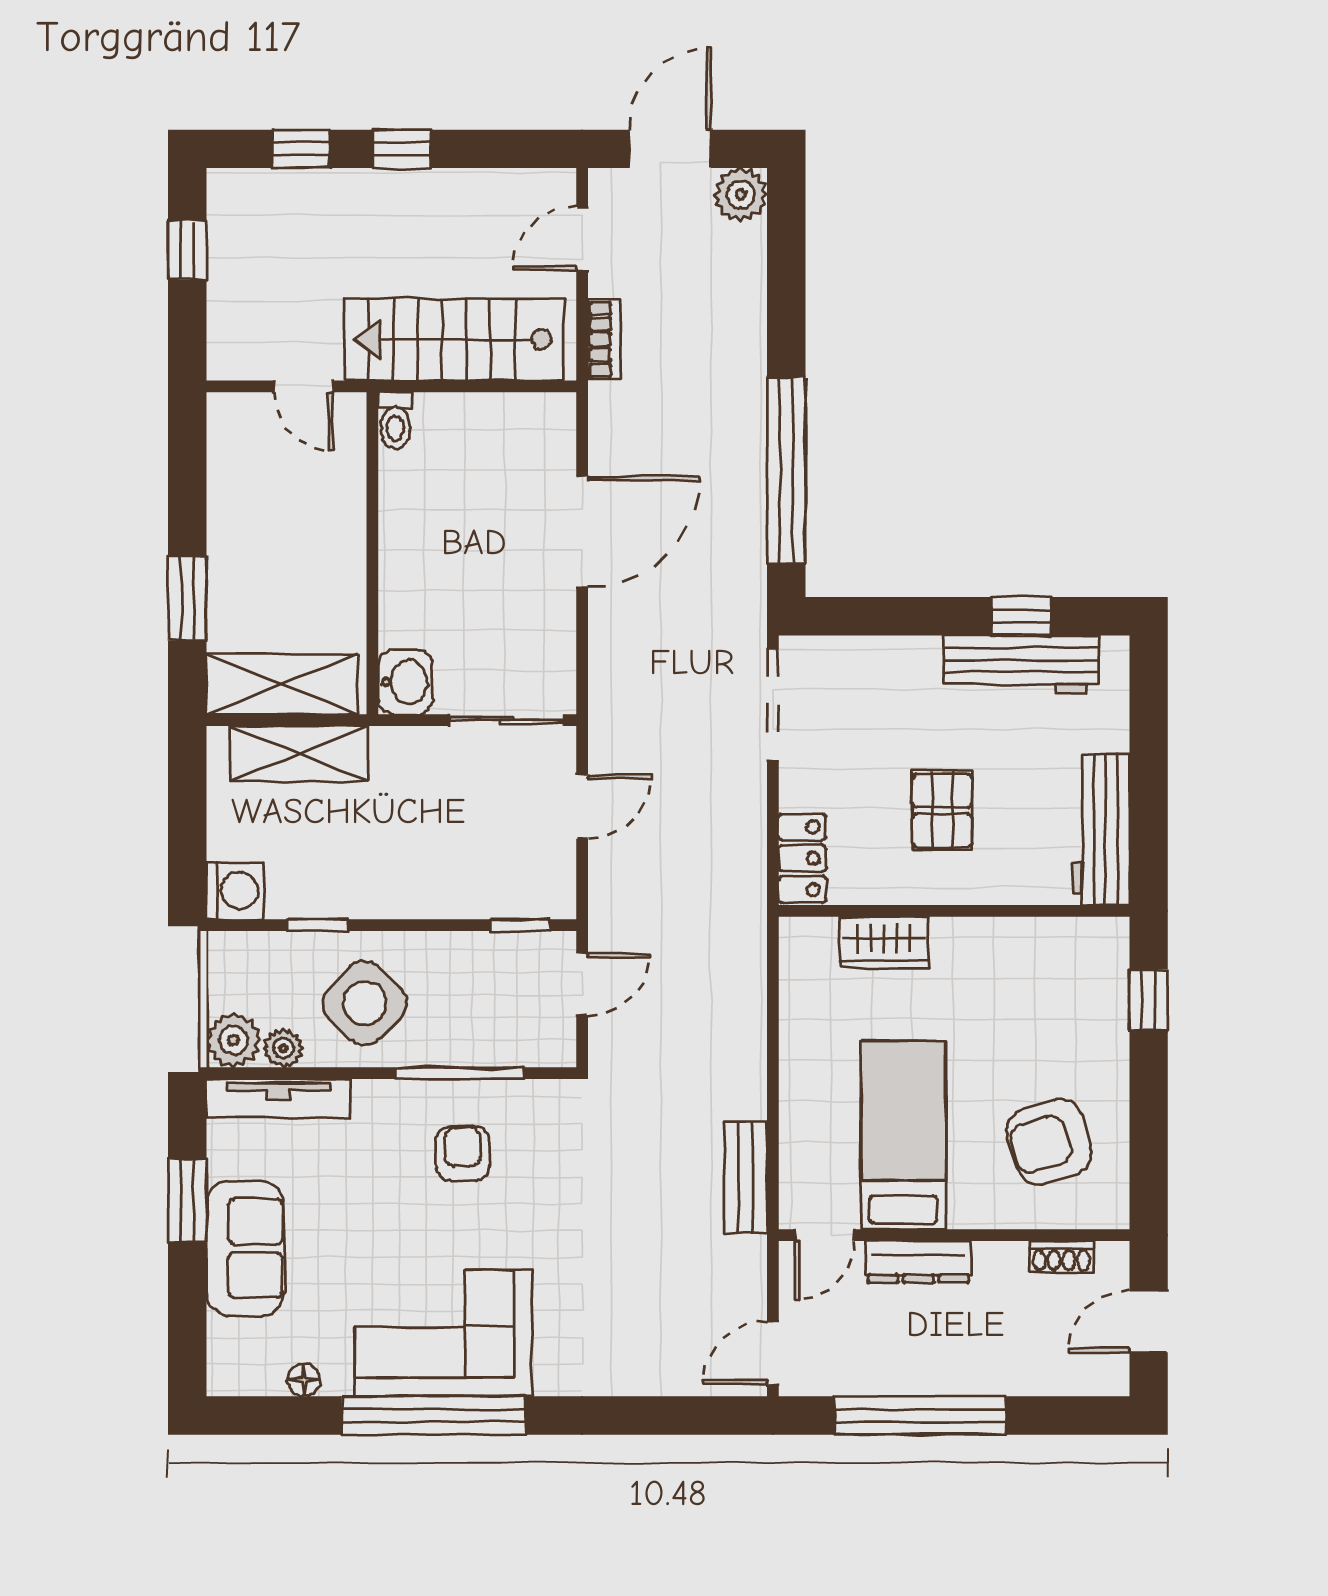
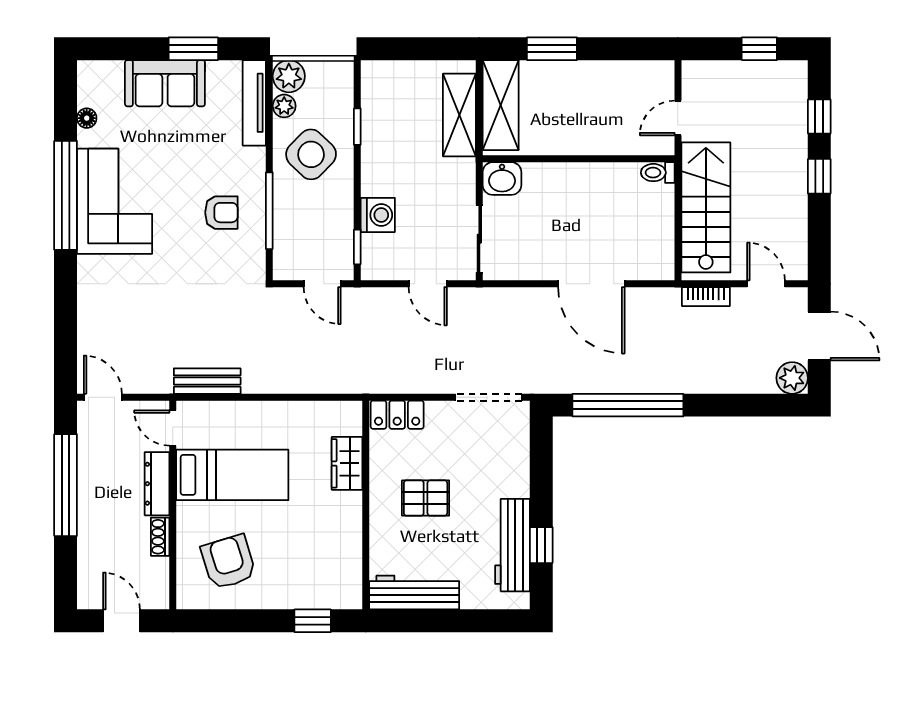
washing machine: (235, 891) -> (378, 215), moved, turned -90
shoe rack: (1061, 1257) -> (160, 537), moved

